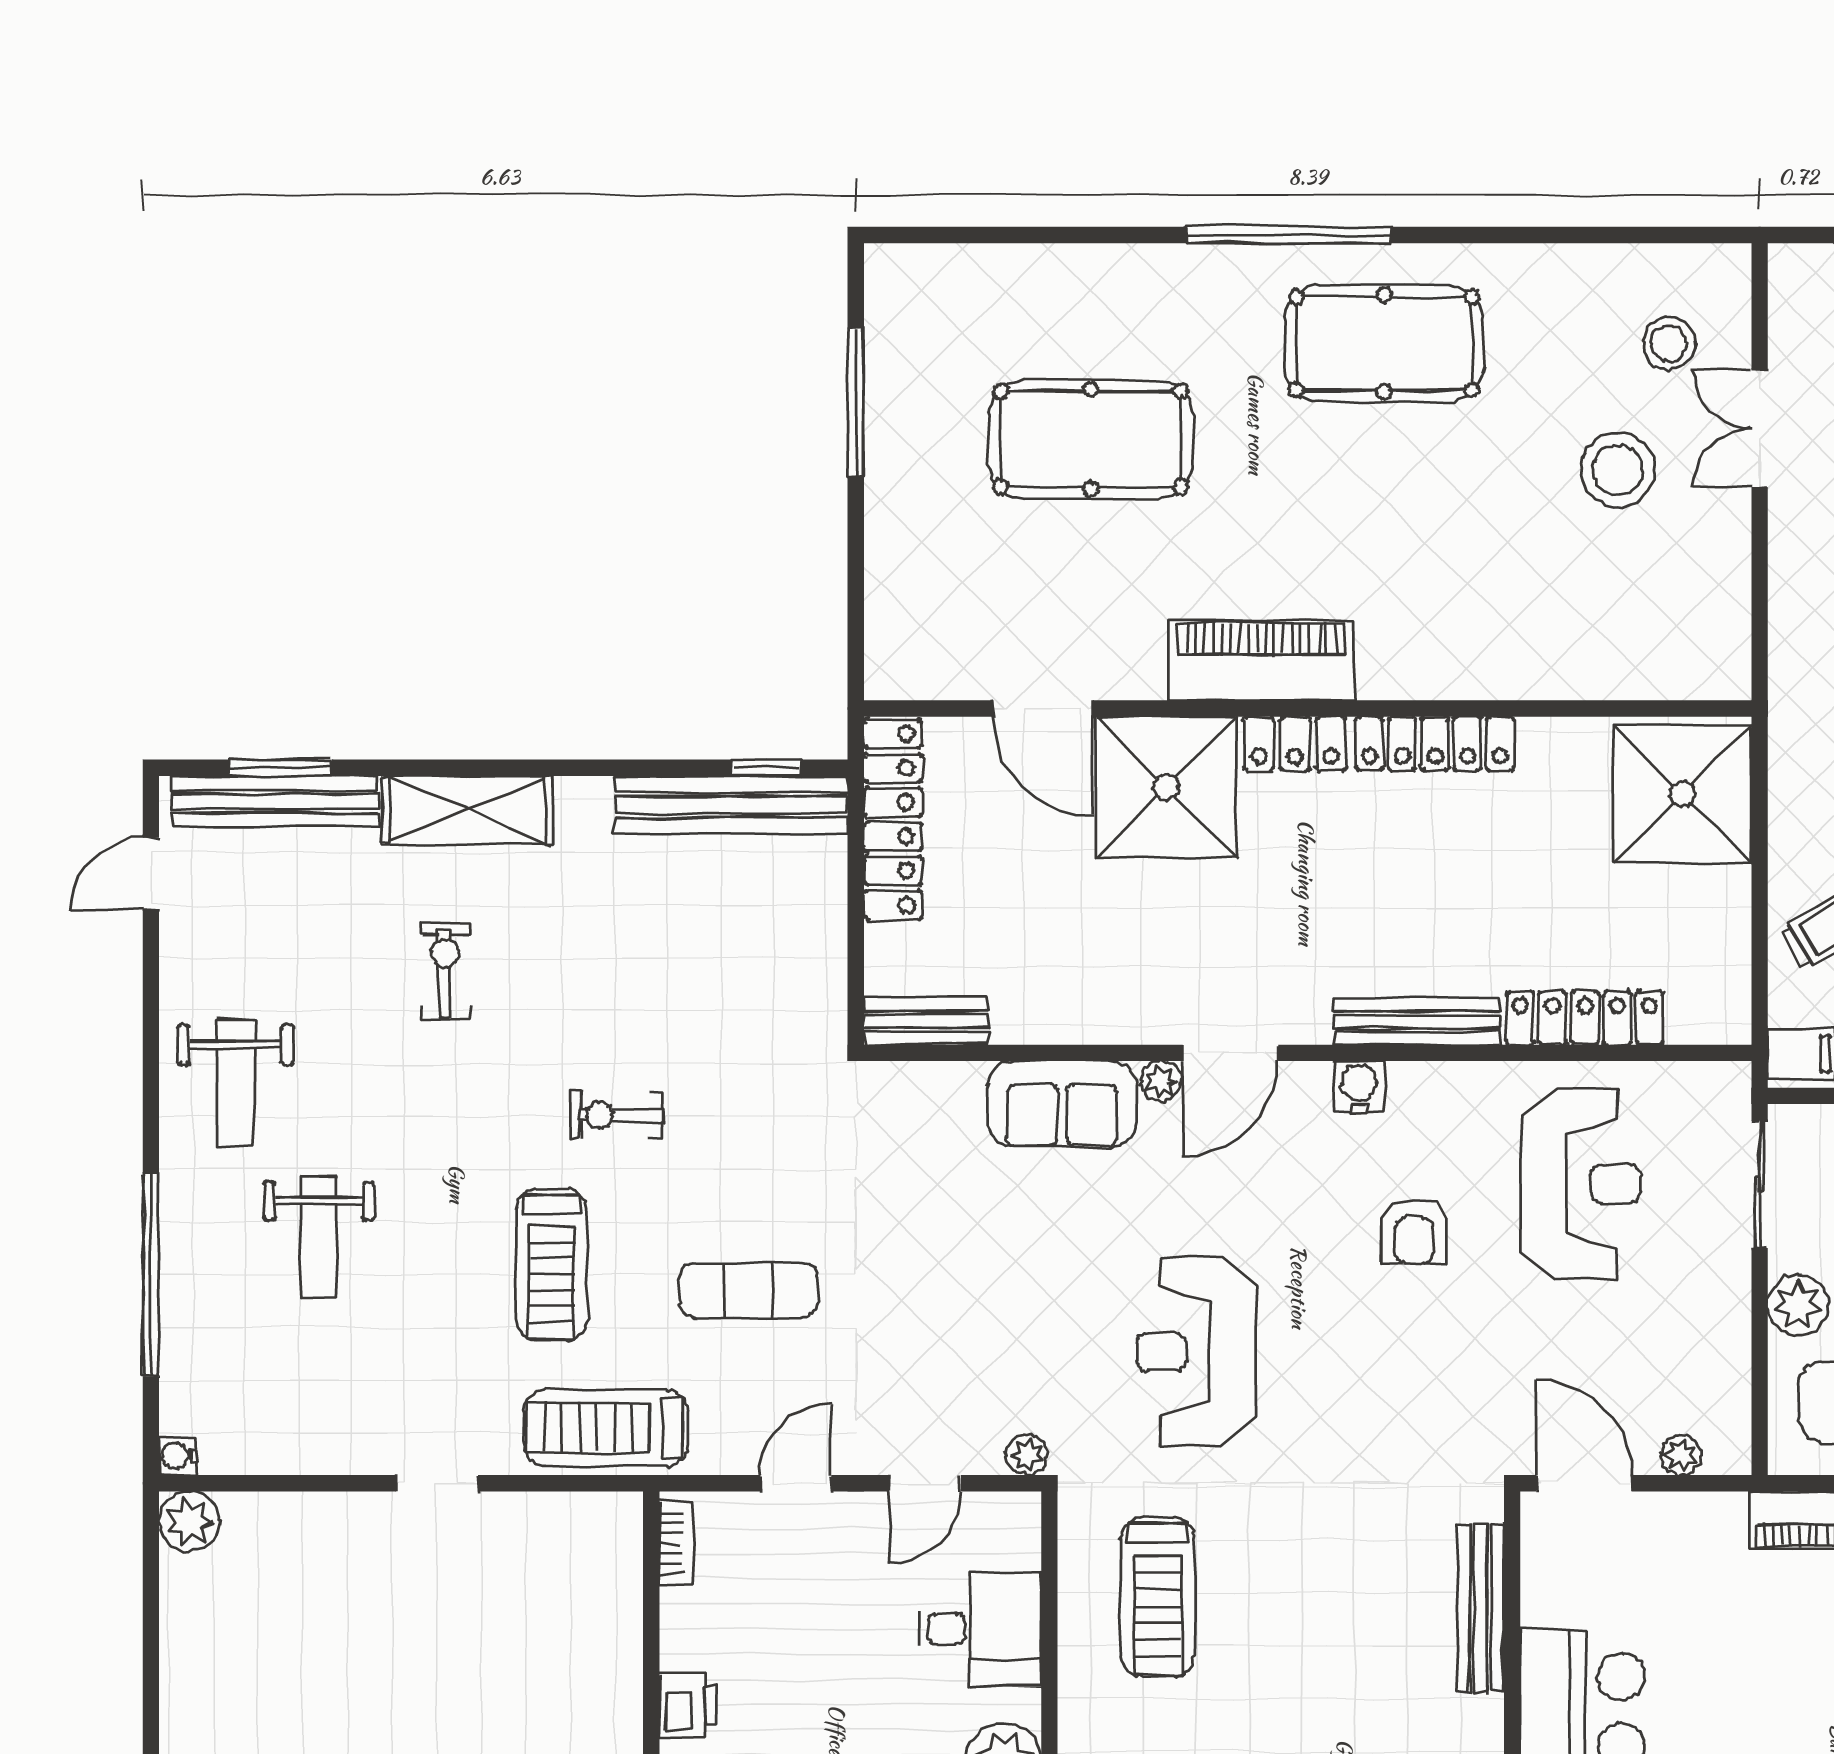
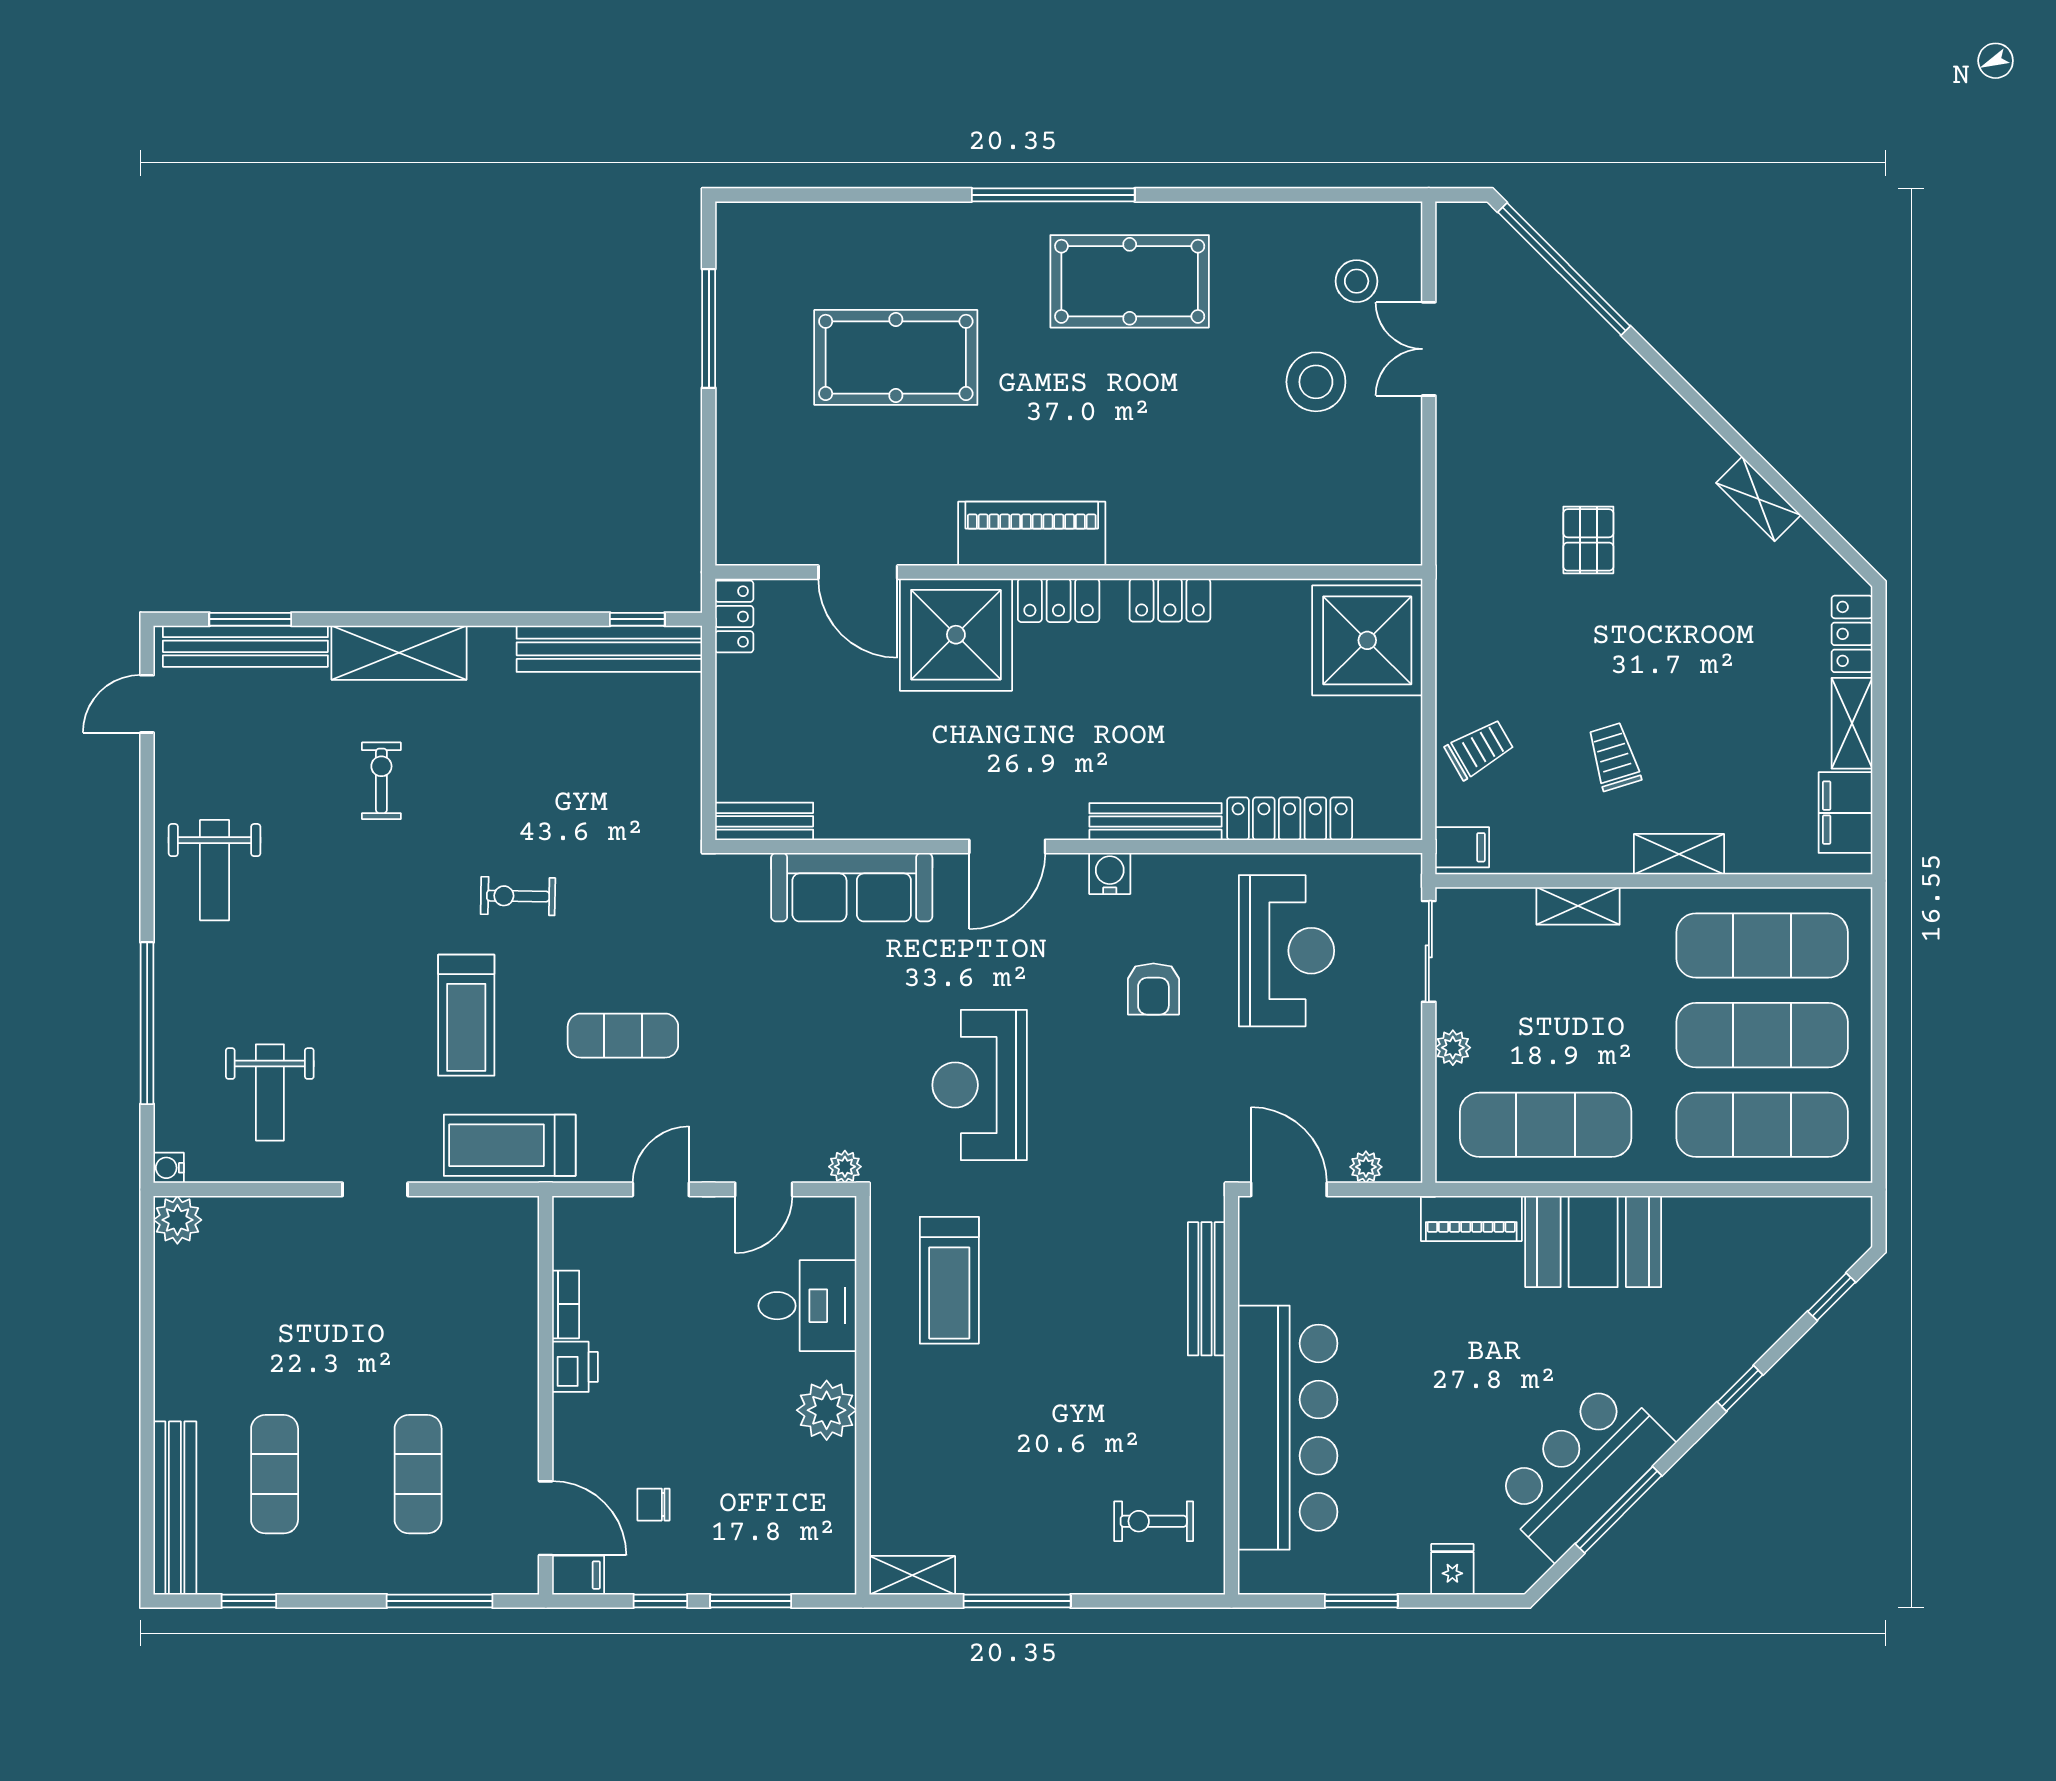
locker: (1435, 744) -> (1170, 600), width x0.66
locker: (893, 819) -> (734, 616), width x0.46, depth x0.83
plant: (1161, 1081) -> (952, 869), removed
sofa: (1062, 1104) -> (852, 887), width x1.36
weight bench: (319, 1237) -> (270, 1092), moved
plant: (1798, 1305) -> (1453, 1048), width x0.73, depth x0.73
bookcase: (676, 1543) -> (566, 1304), moved

